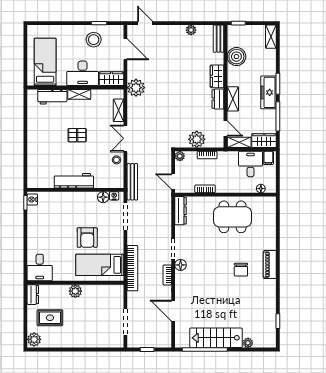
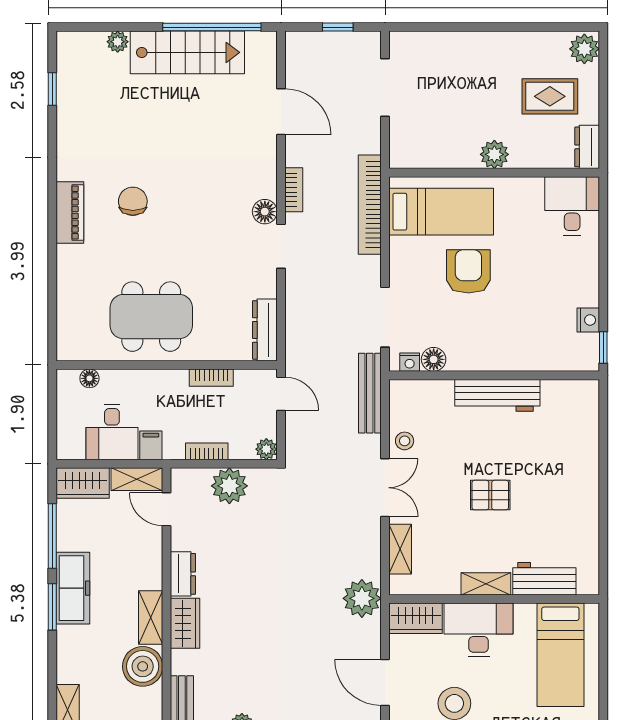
shelving: (233, 99) -> (151, 617), moved
filing cabinet: (268, 158) -> (151, 445), moved
nightstand: (32, 199) -> (588, 320), moved

